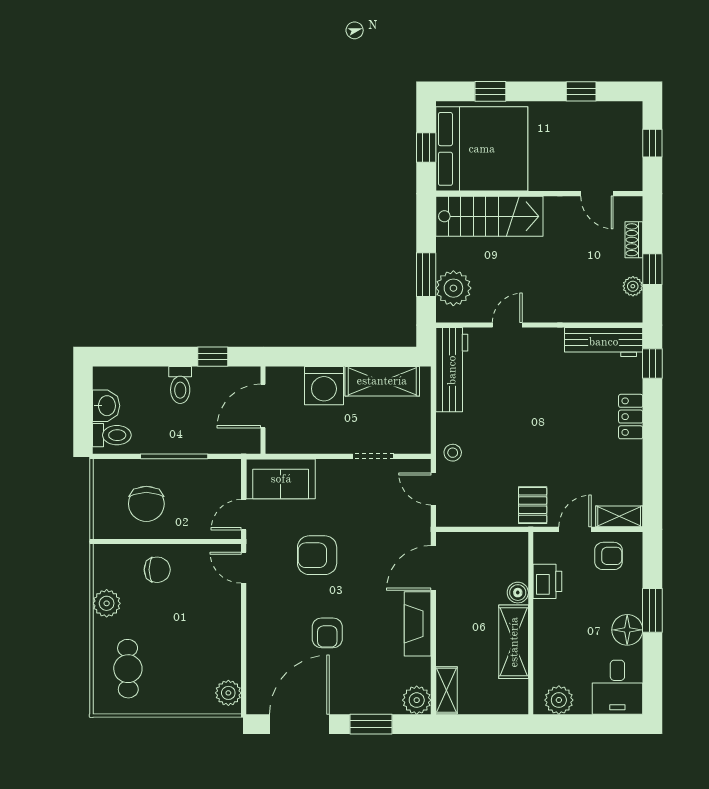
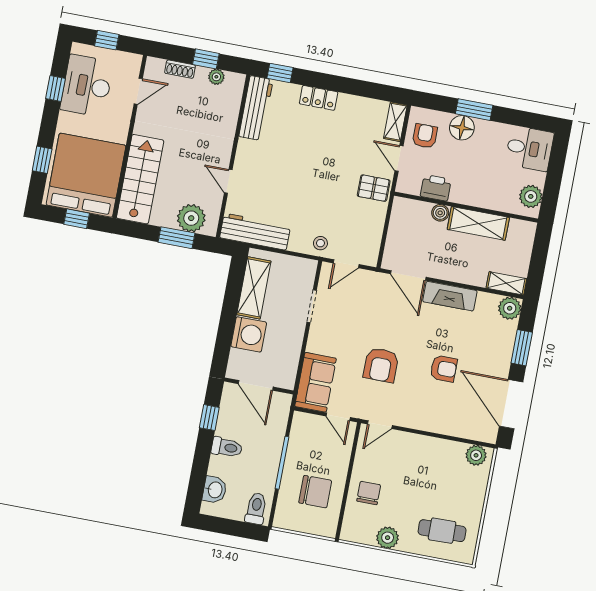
desk: (592, 129) -> (87, 86), added
washbasin: (106, 406) -> (215, 490), moved, turned 90
floor lamp: (627, 630) -> (462, 128), moved

